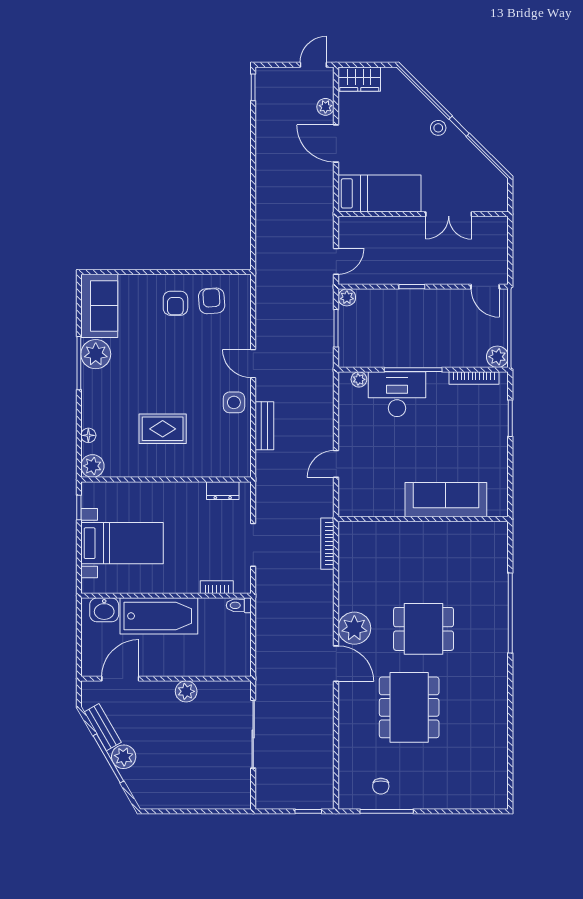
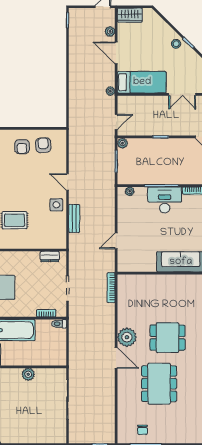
plant: (326, 208) -> (110, 91), added
desk: (397, 394) -> (165, 200), moved

